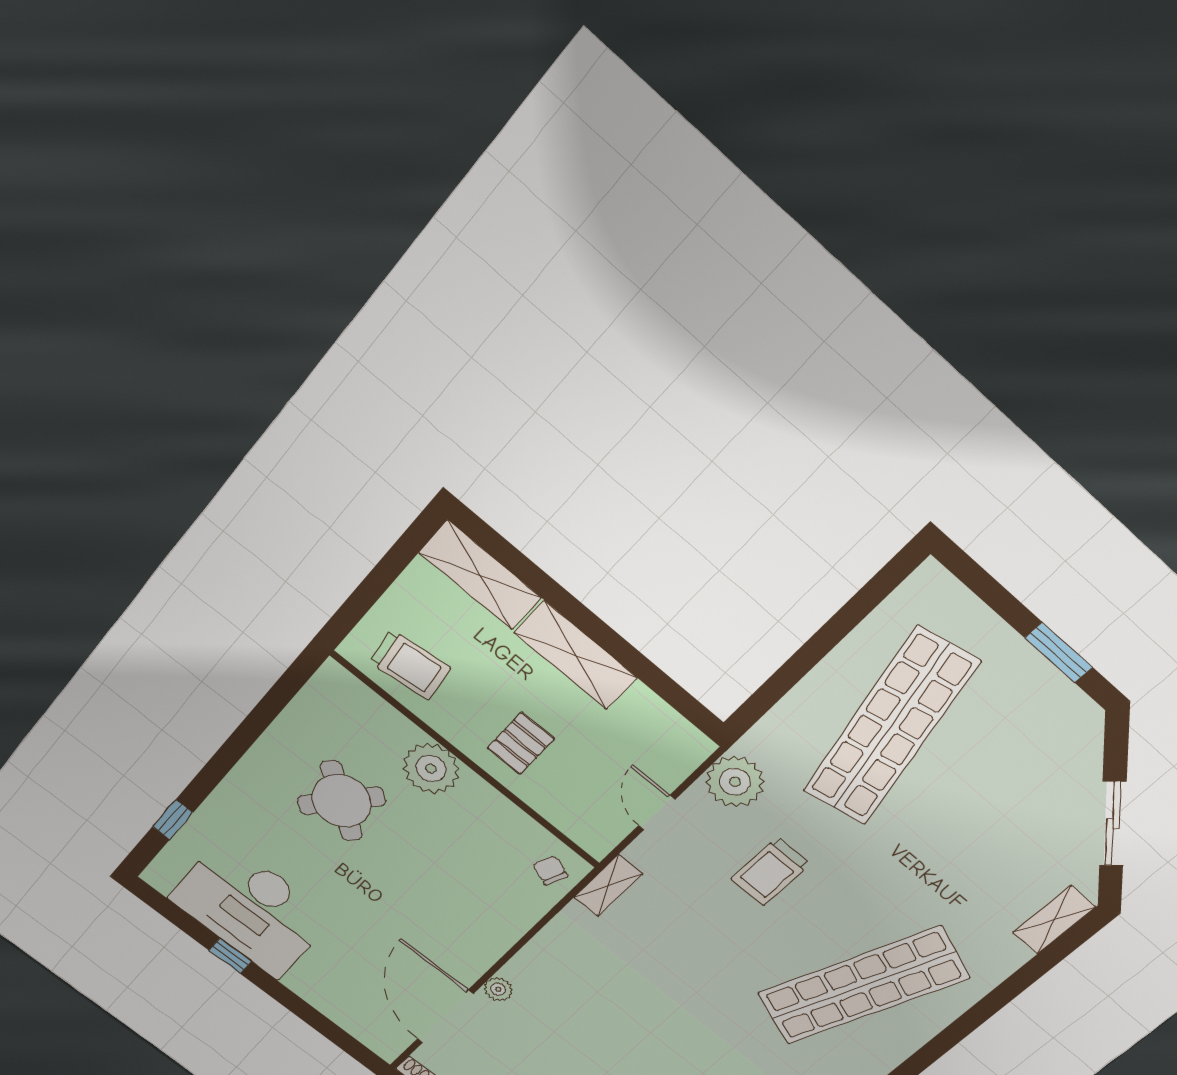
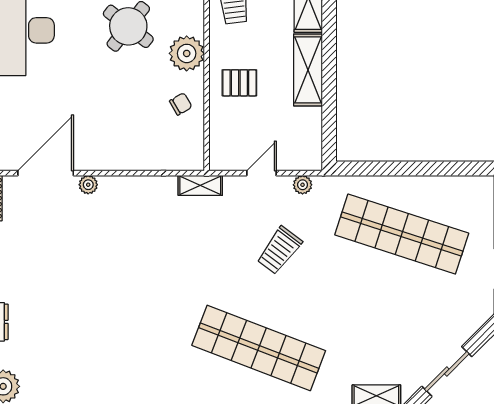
shop shelf: (890, 727) -> (402, 234), turned 30
plant: (735, 782) -> (303, 185), width x0.53, depth x0.53
chair: (550, 870) -> (181, 104), moved, turned 39
trolley: (770, 872) -> (279, 250), turned -53

